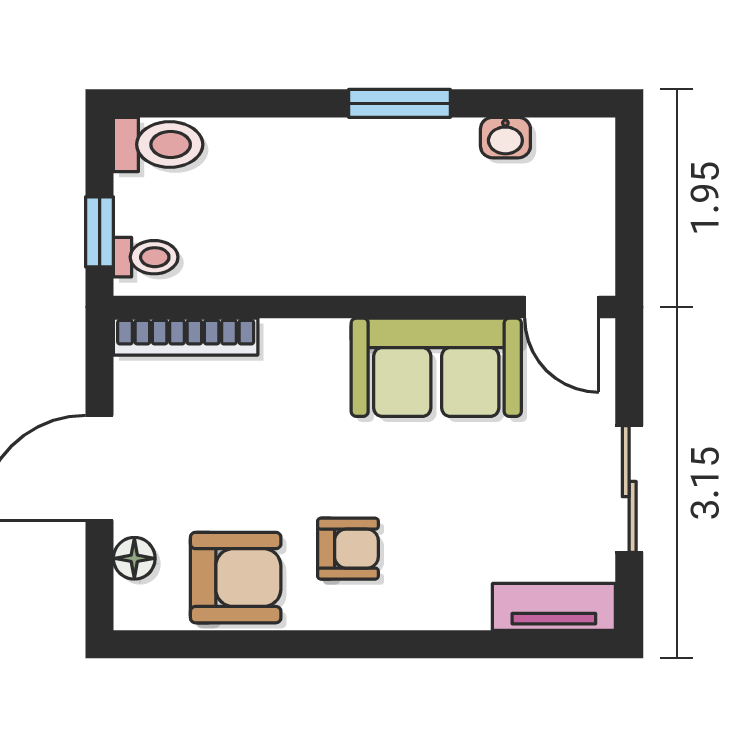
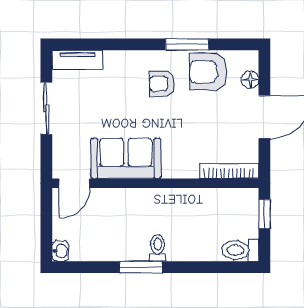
washbasin: (505, 138) -> (60, 251), moved, turned 90
toilet: (146, 257) -> (158, 248), moved, turned 90
door: (562, 307) -> (74, 183), swing flipped
window: (288, 644) -> (187, 44), added

